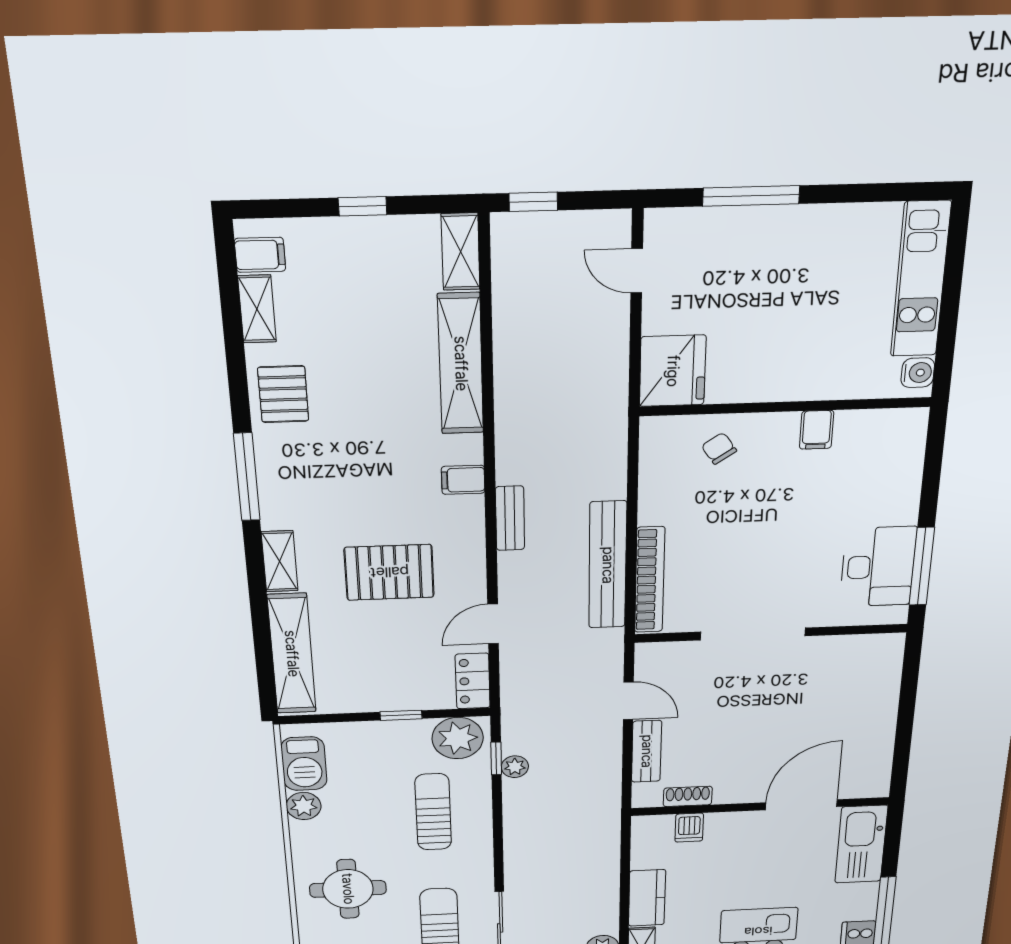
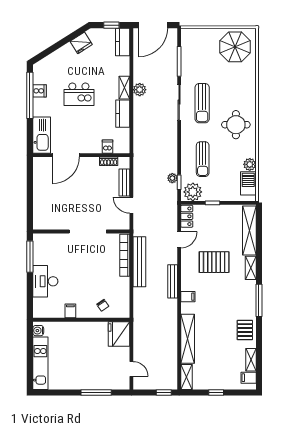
bench: (510, 518) -> (173, 281), width x1.36
desk: (878, 567) -> (45, 281), moved

